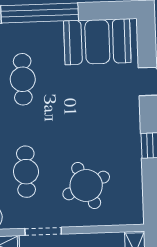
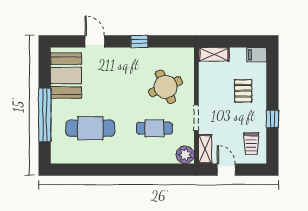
cafe table: (23, 79) -> (90, 128), width x1.37, depth x1.35

